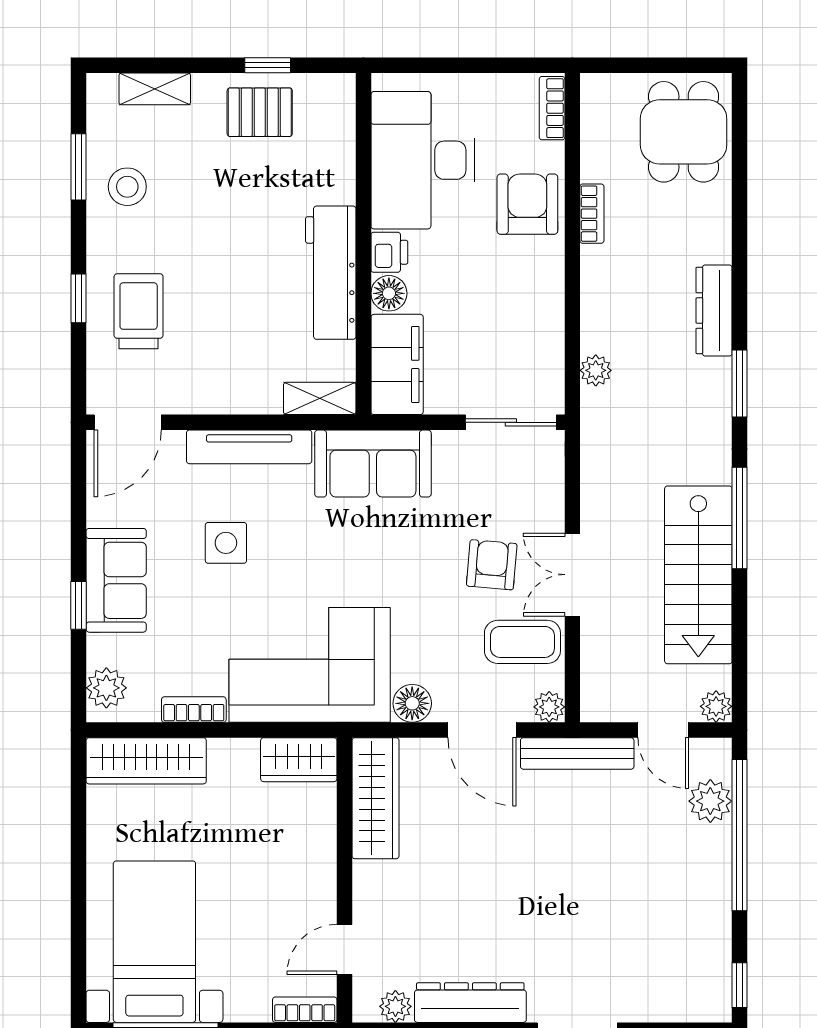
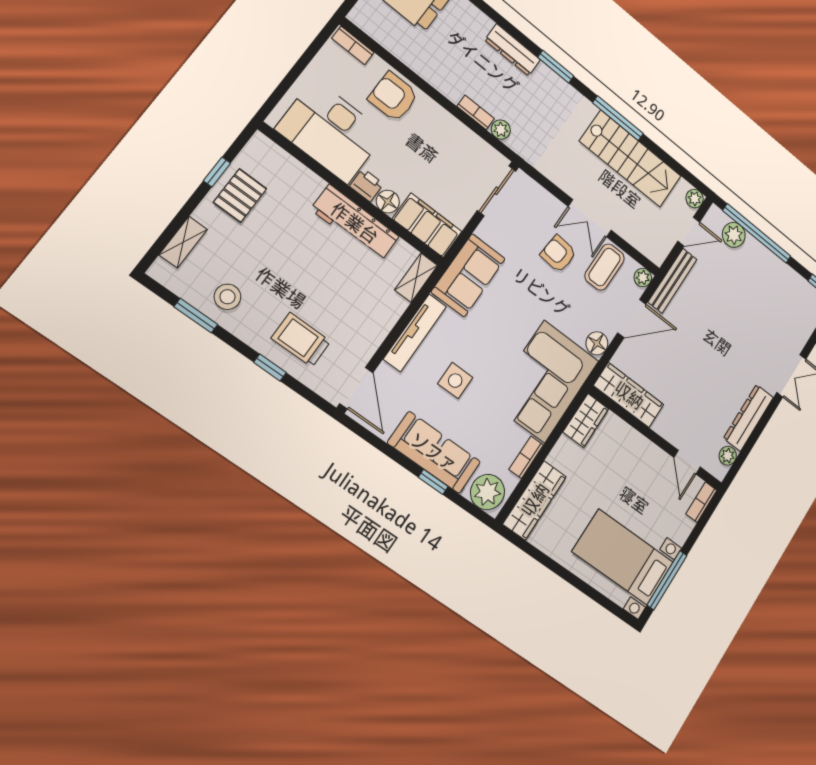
bookcase: (592, 214) -> (476, 112), moved
sofa: (116, 580) -> (434, 452), width x1.36
plant: (106, 688) -> (488, 492), width x1.36, depth x1.36

